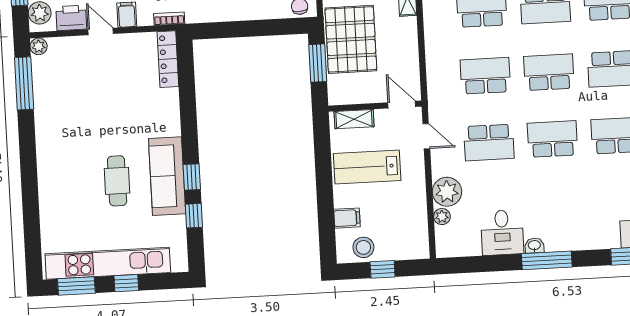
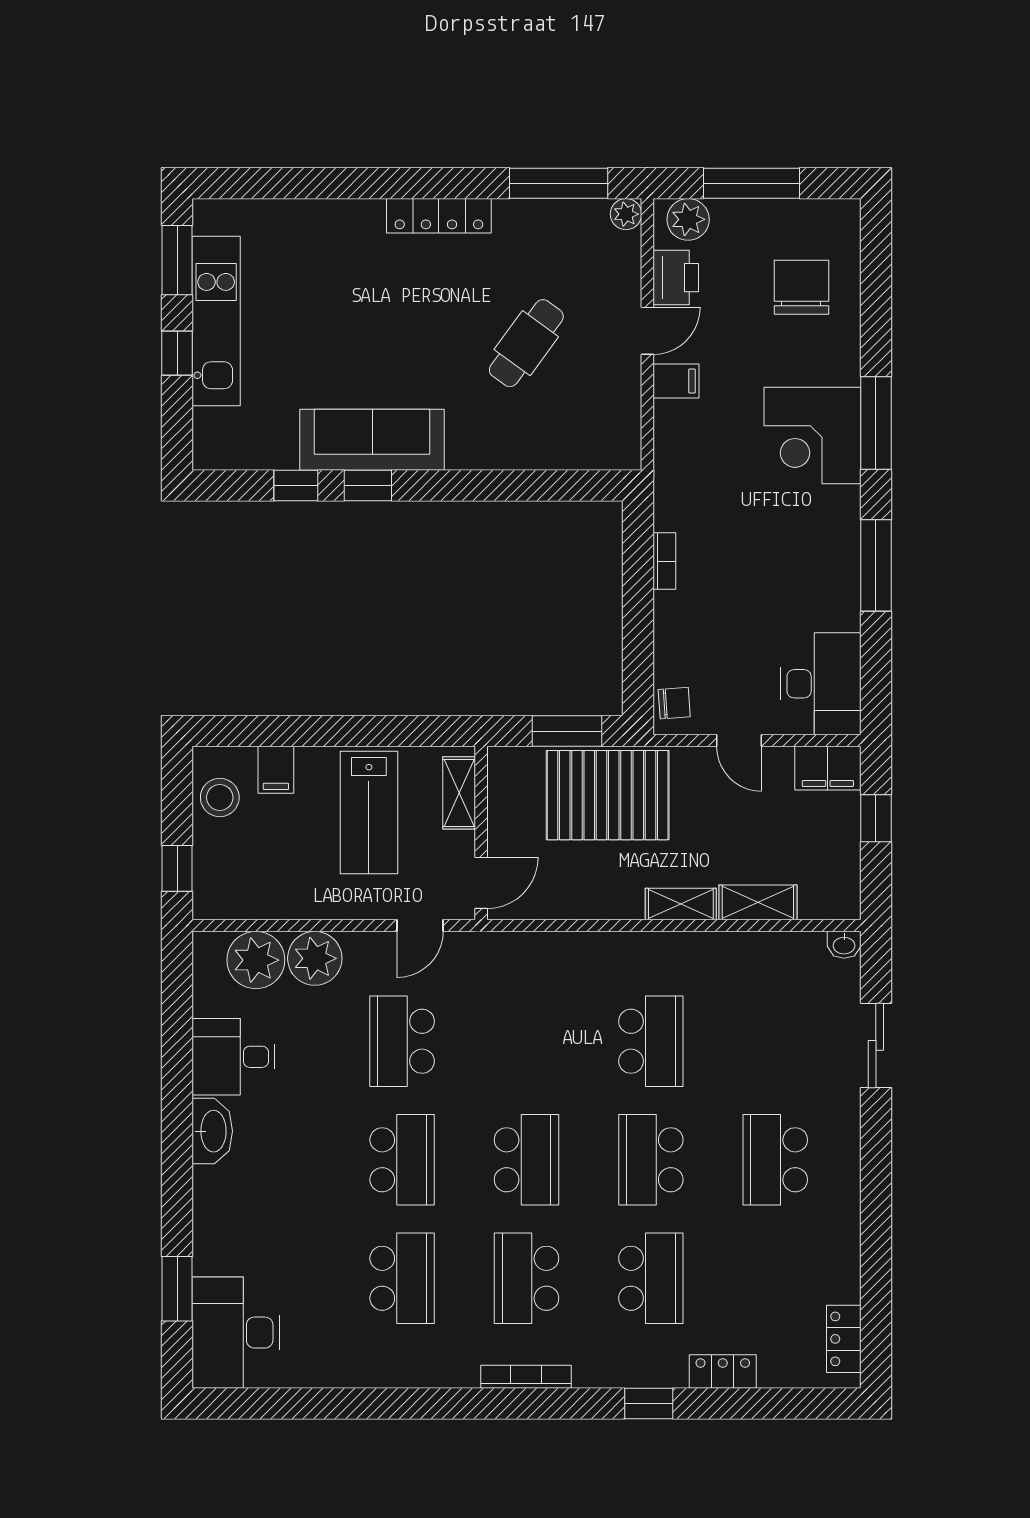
bookcase: (169, 19) -> (664, 561), moved
locker: (168, 59) -> (439, 216), moved, turned 180
school desk: (485, 76) -> (526, 1041), removed
lab bench: (367, 167) -> (369, 813), turned 180
cafe table: (117, 181) -> (526, 343), moved, turned -54
plant: (442, 216) -> (256, 960), width x1.88, depth x1.88
washbasin: (534, 245) -> (212, 1131), width x1.91, depth x1.45
window: (547, 260) -> (177, 1137), removed
kitchen unit: (108, 263) -> (216, 321), width x0.73
window: (383, 269) -> (177, 868), moved

